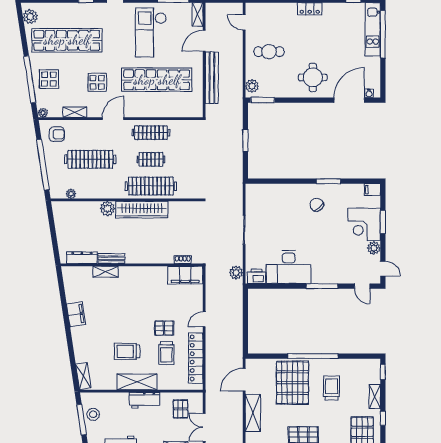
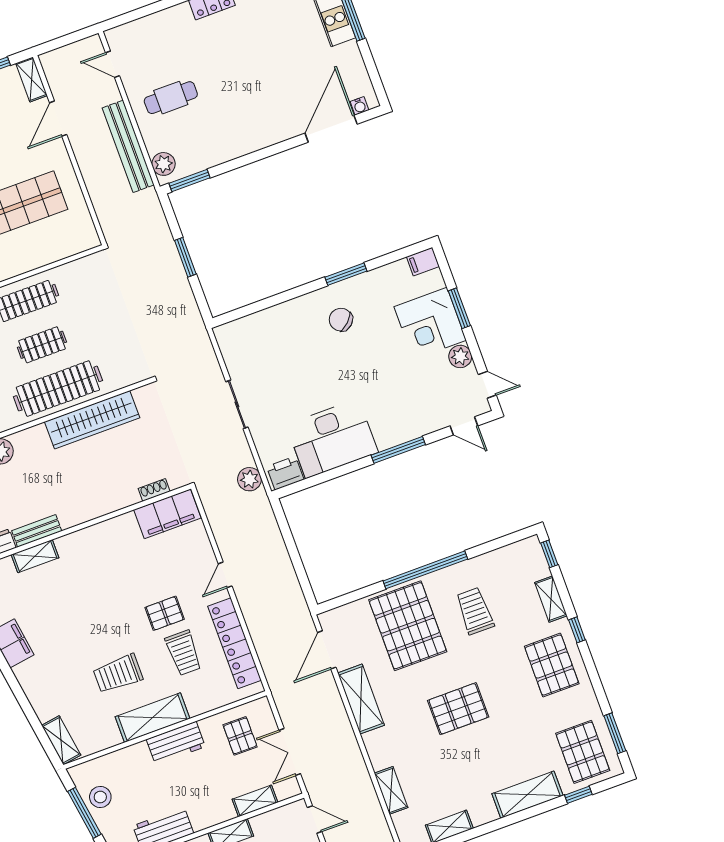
round table: (313, 77) -> (258, 113), removed
bench: (212, 78) -> (128, 146), moved
wardrobe: (142, 210) -> (92, 420), moved

